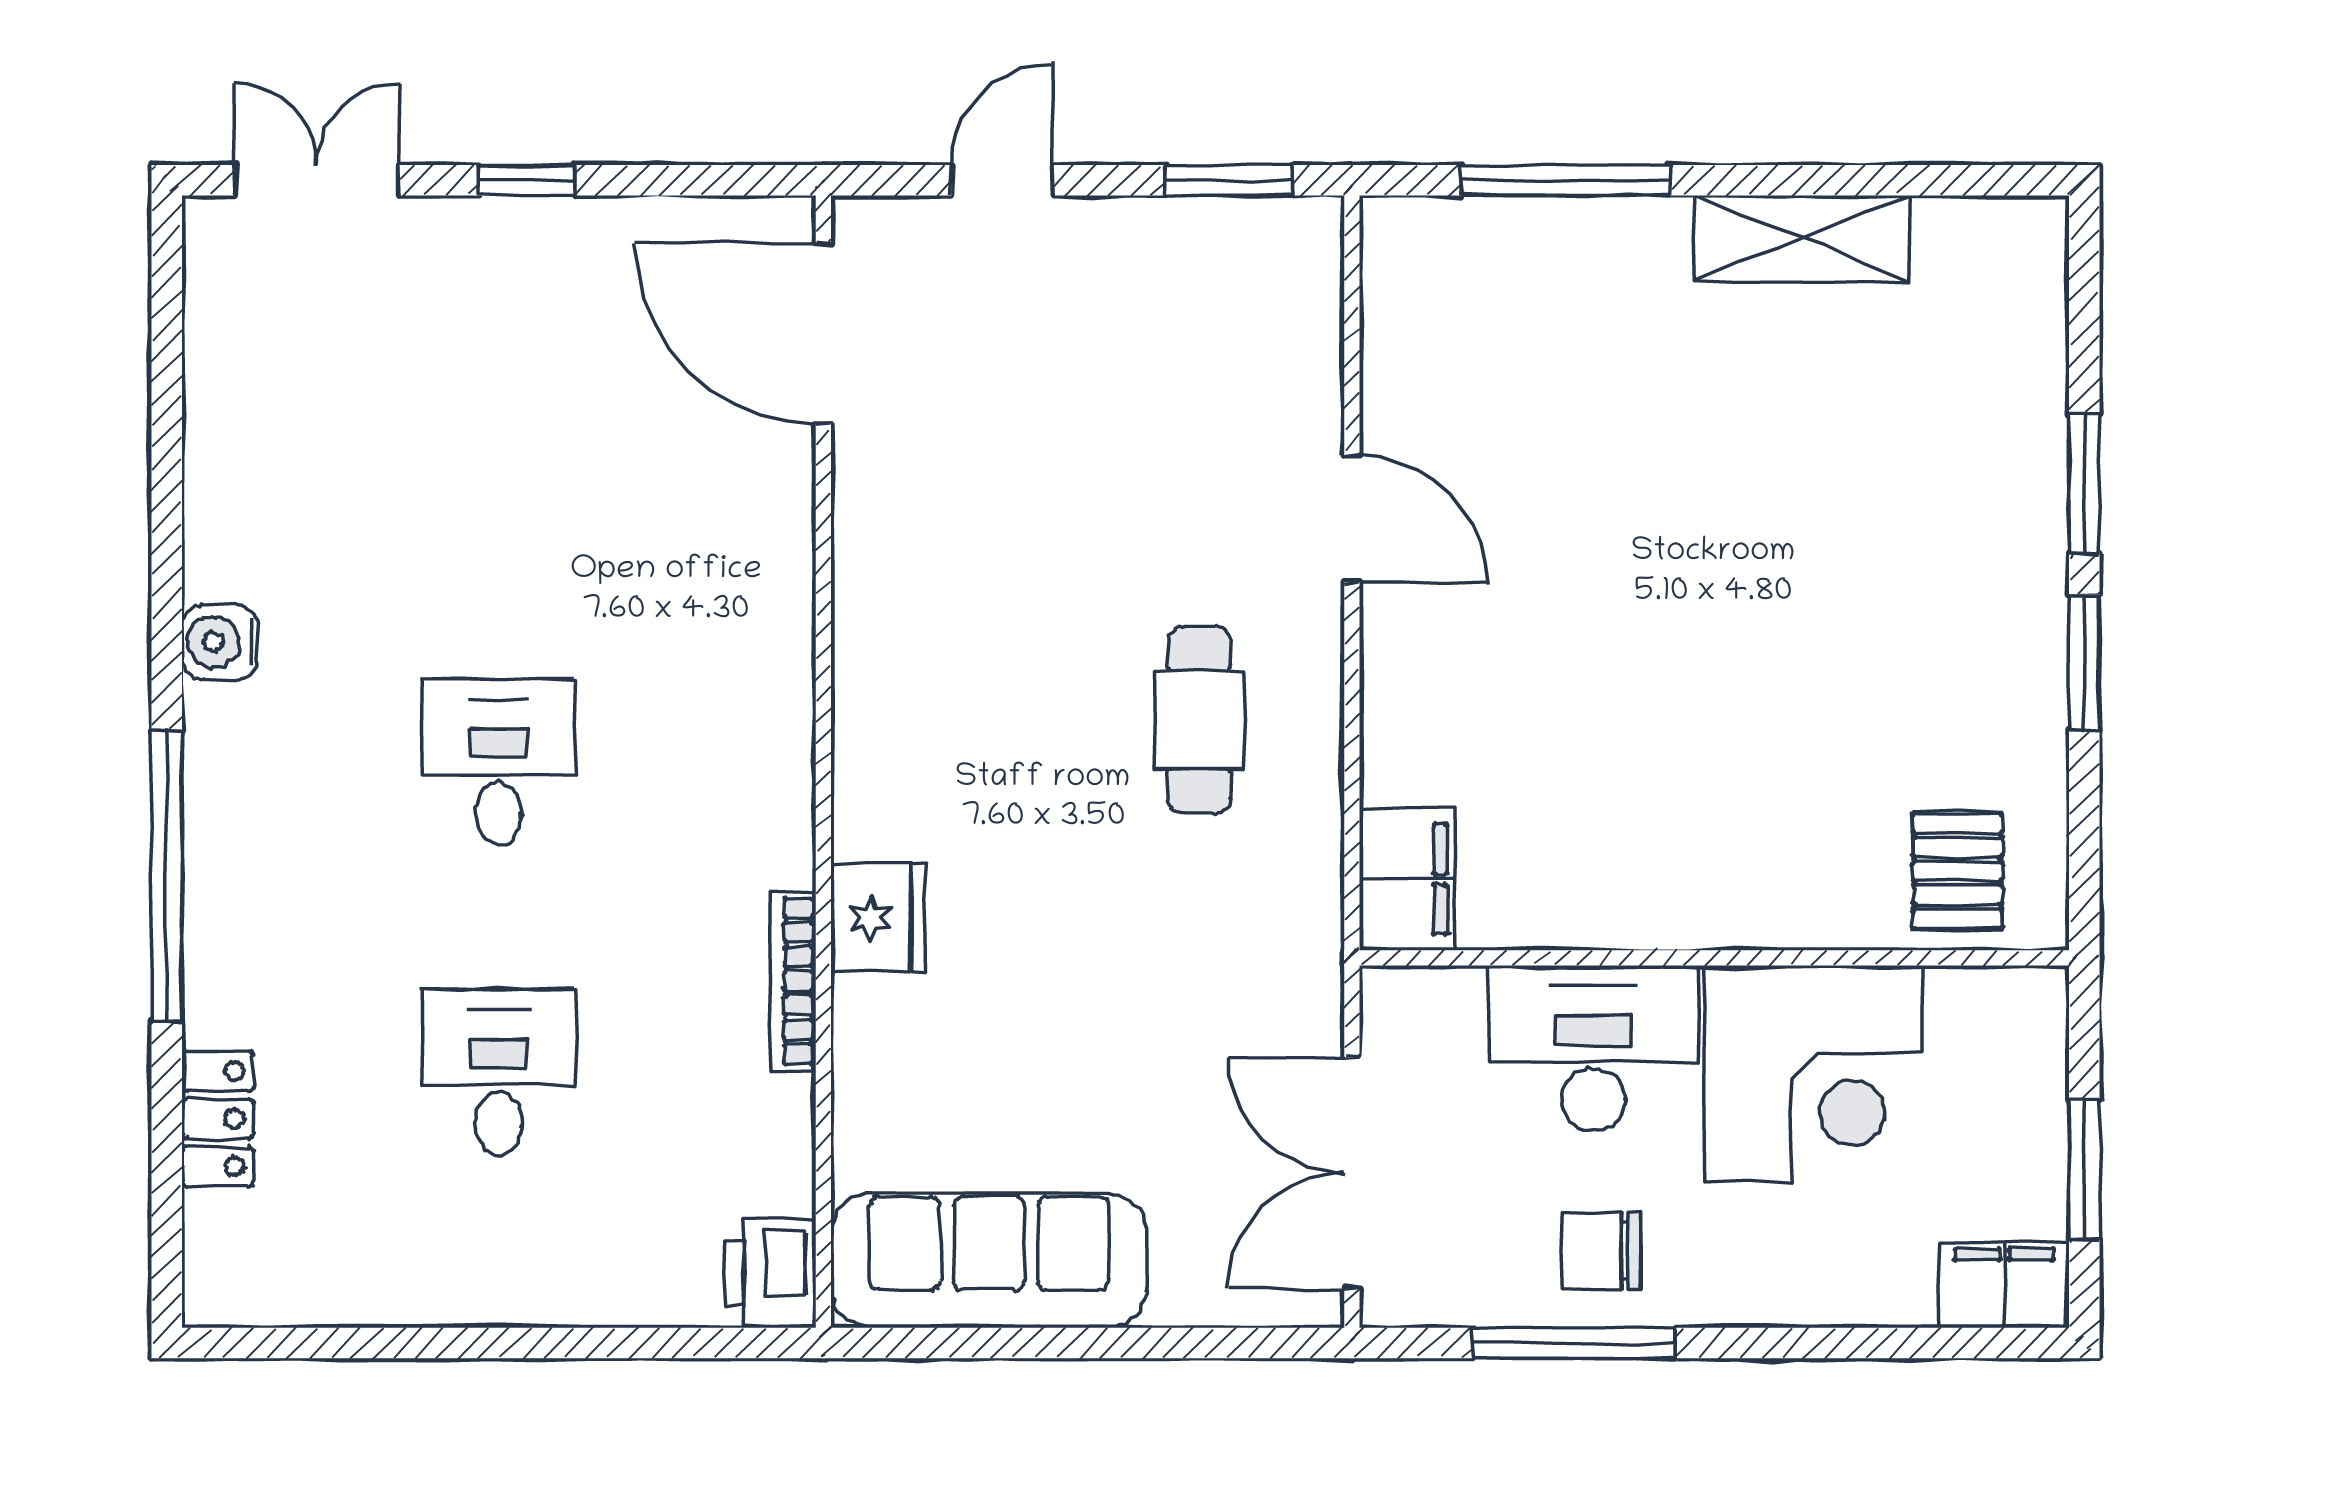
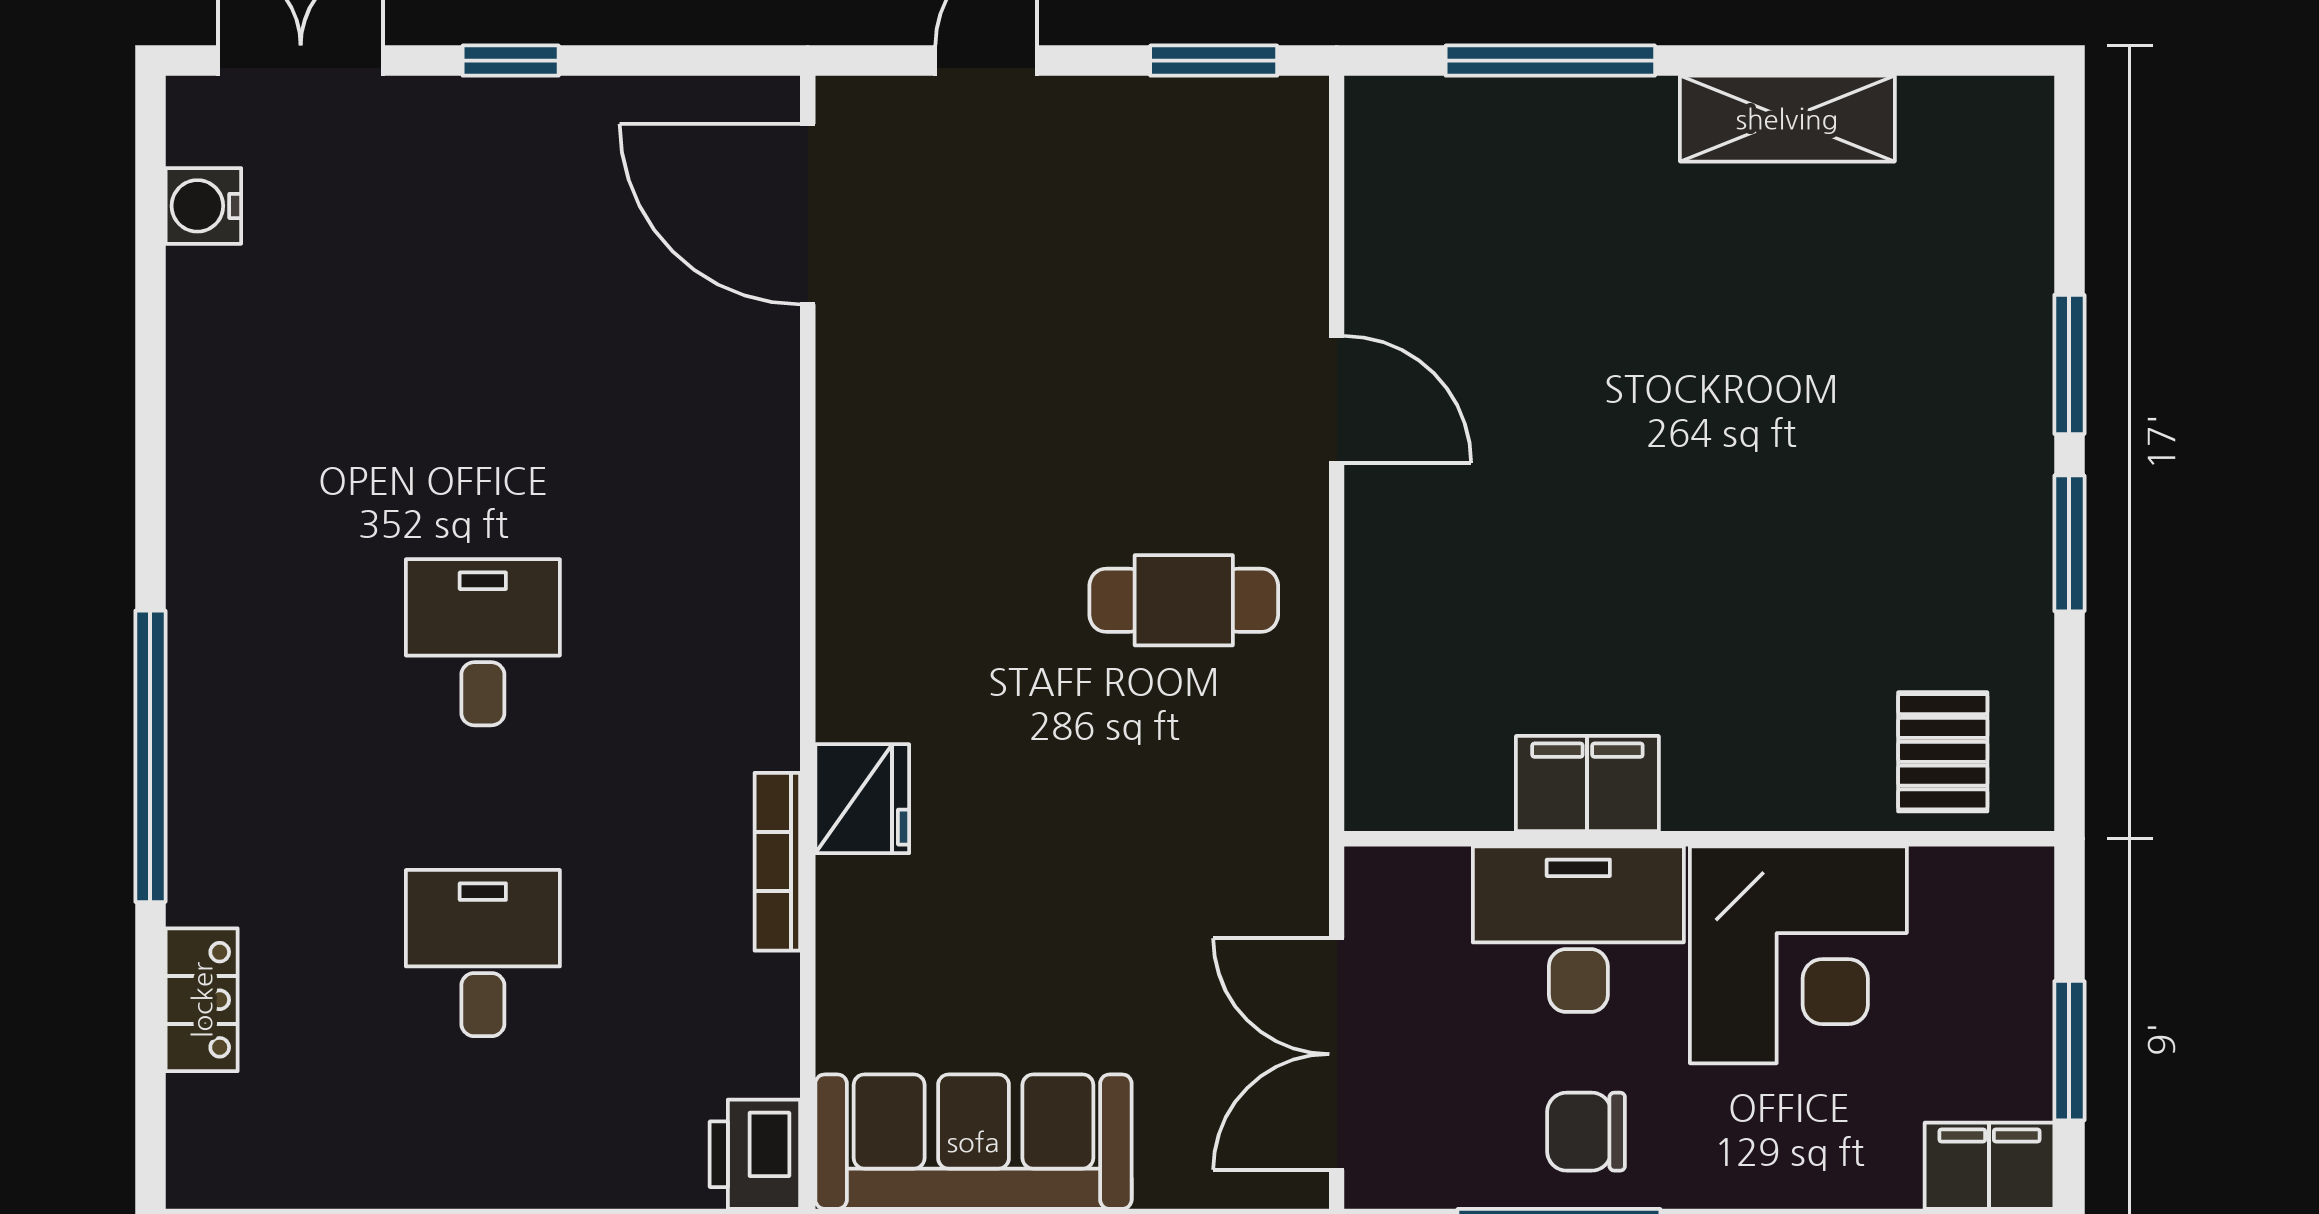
water cooler: (220, 642) -> (203, 206), moved
cafe table: (1199, 720) -> (1184, 600), turned 90
filing cabinet: (1407, 879) -> (1587, 784), moved, turned -90

